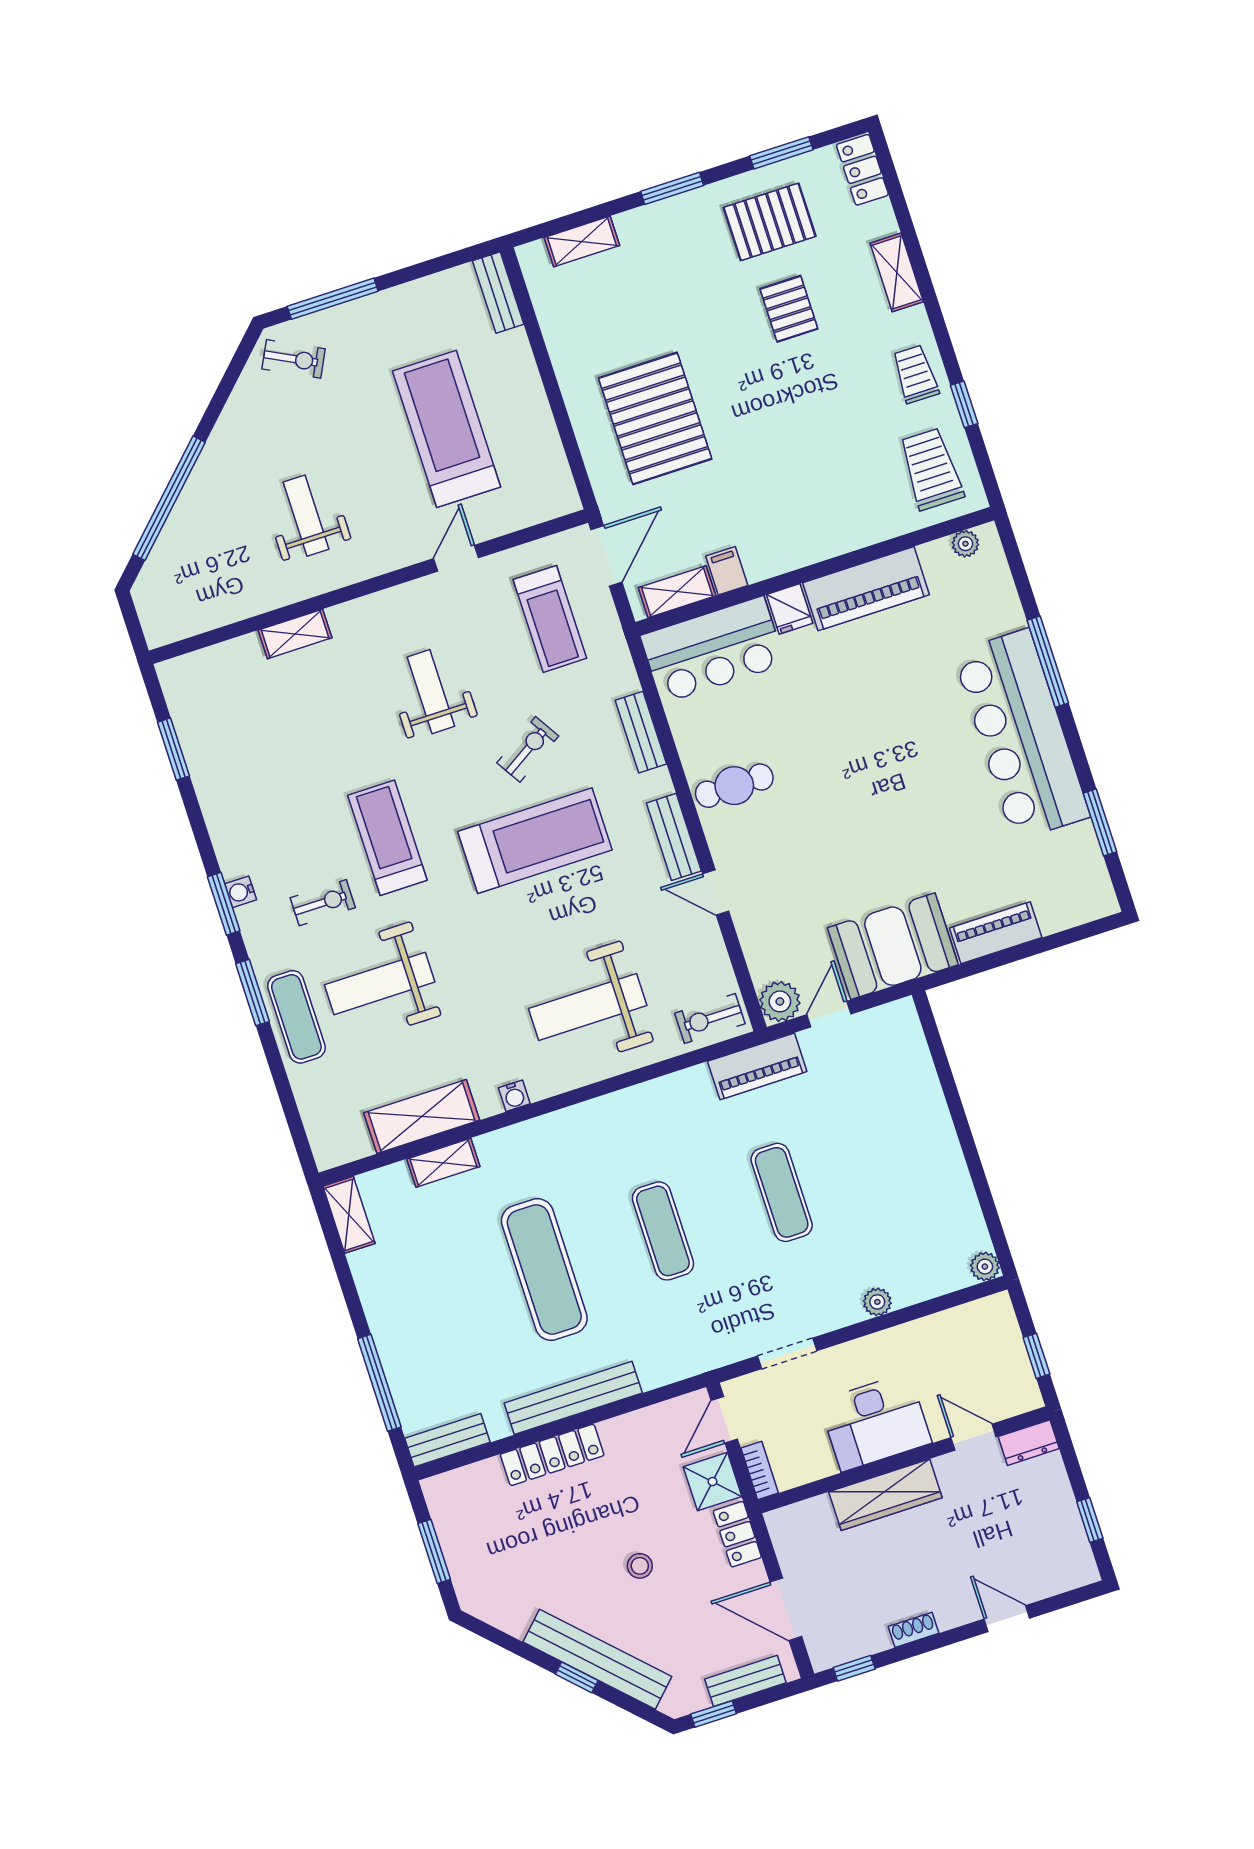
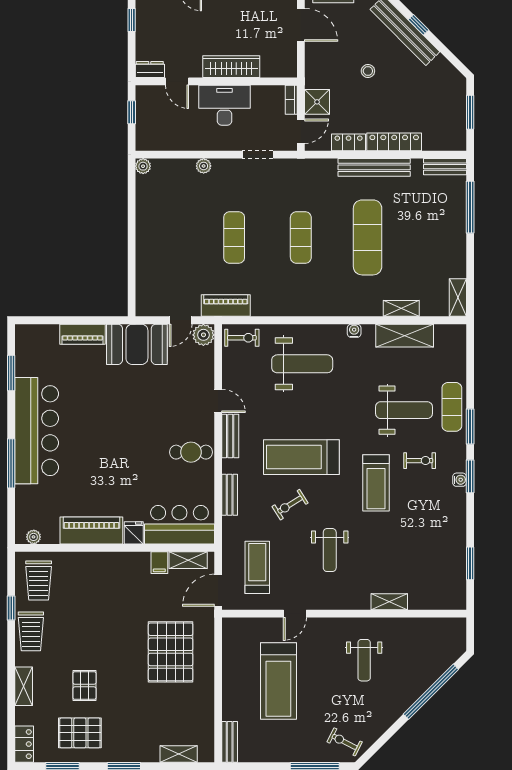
trolley: (915, 374) -> (31, 631), width x1.36, depth x1.39
exercise bike: (323, 903) -> (420, 461), turned 180
locker: (737, 1534) -> (349, 142), moved, turned -90

